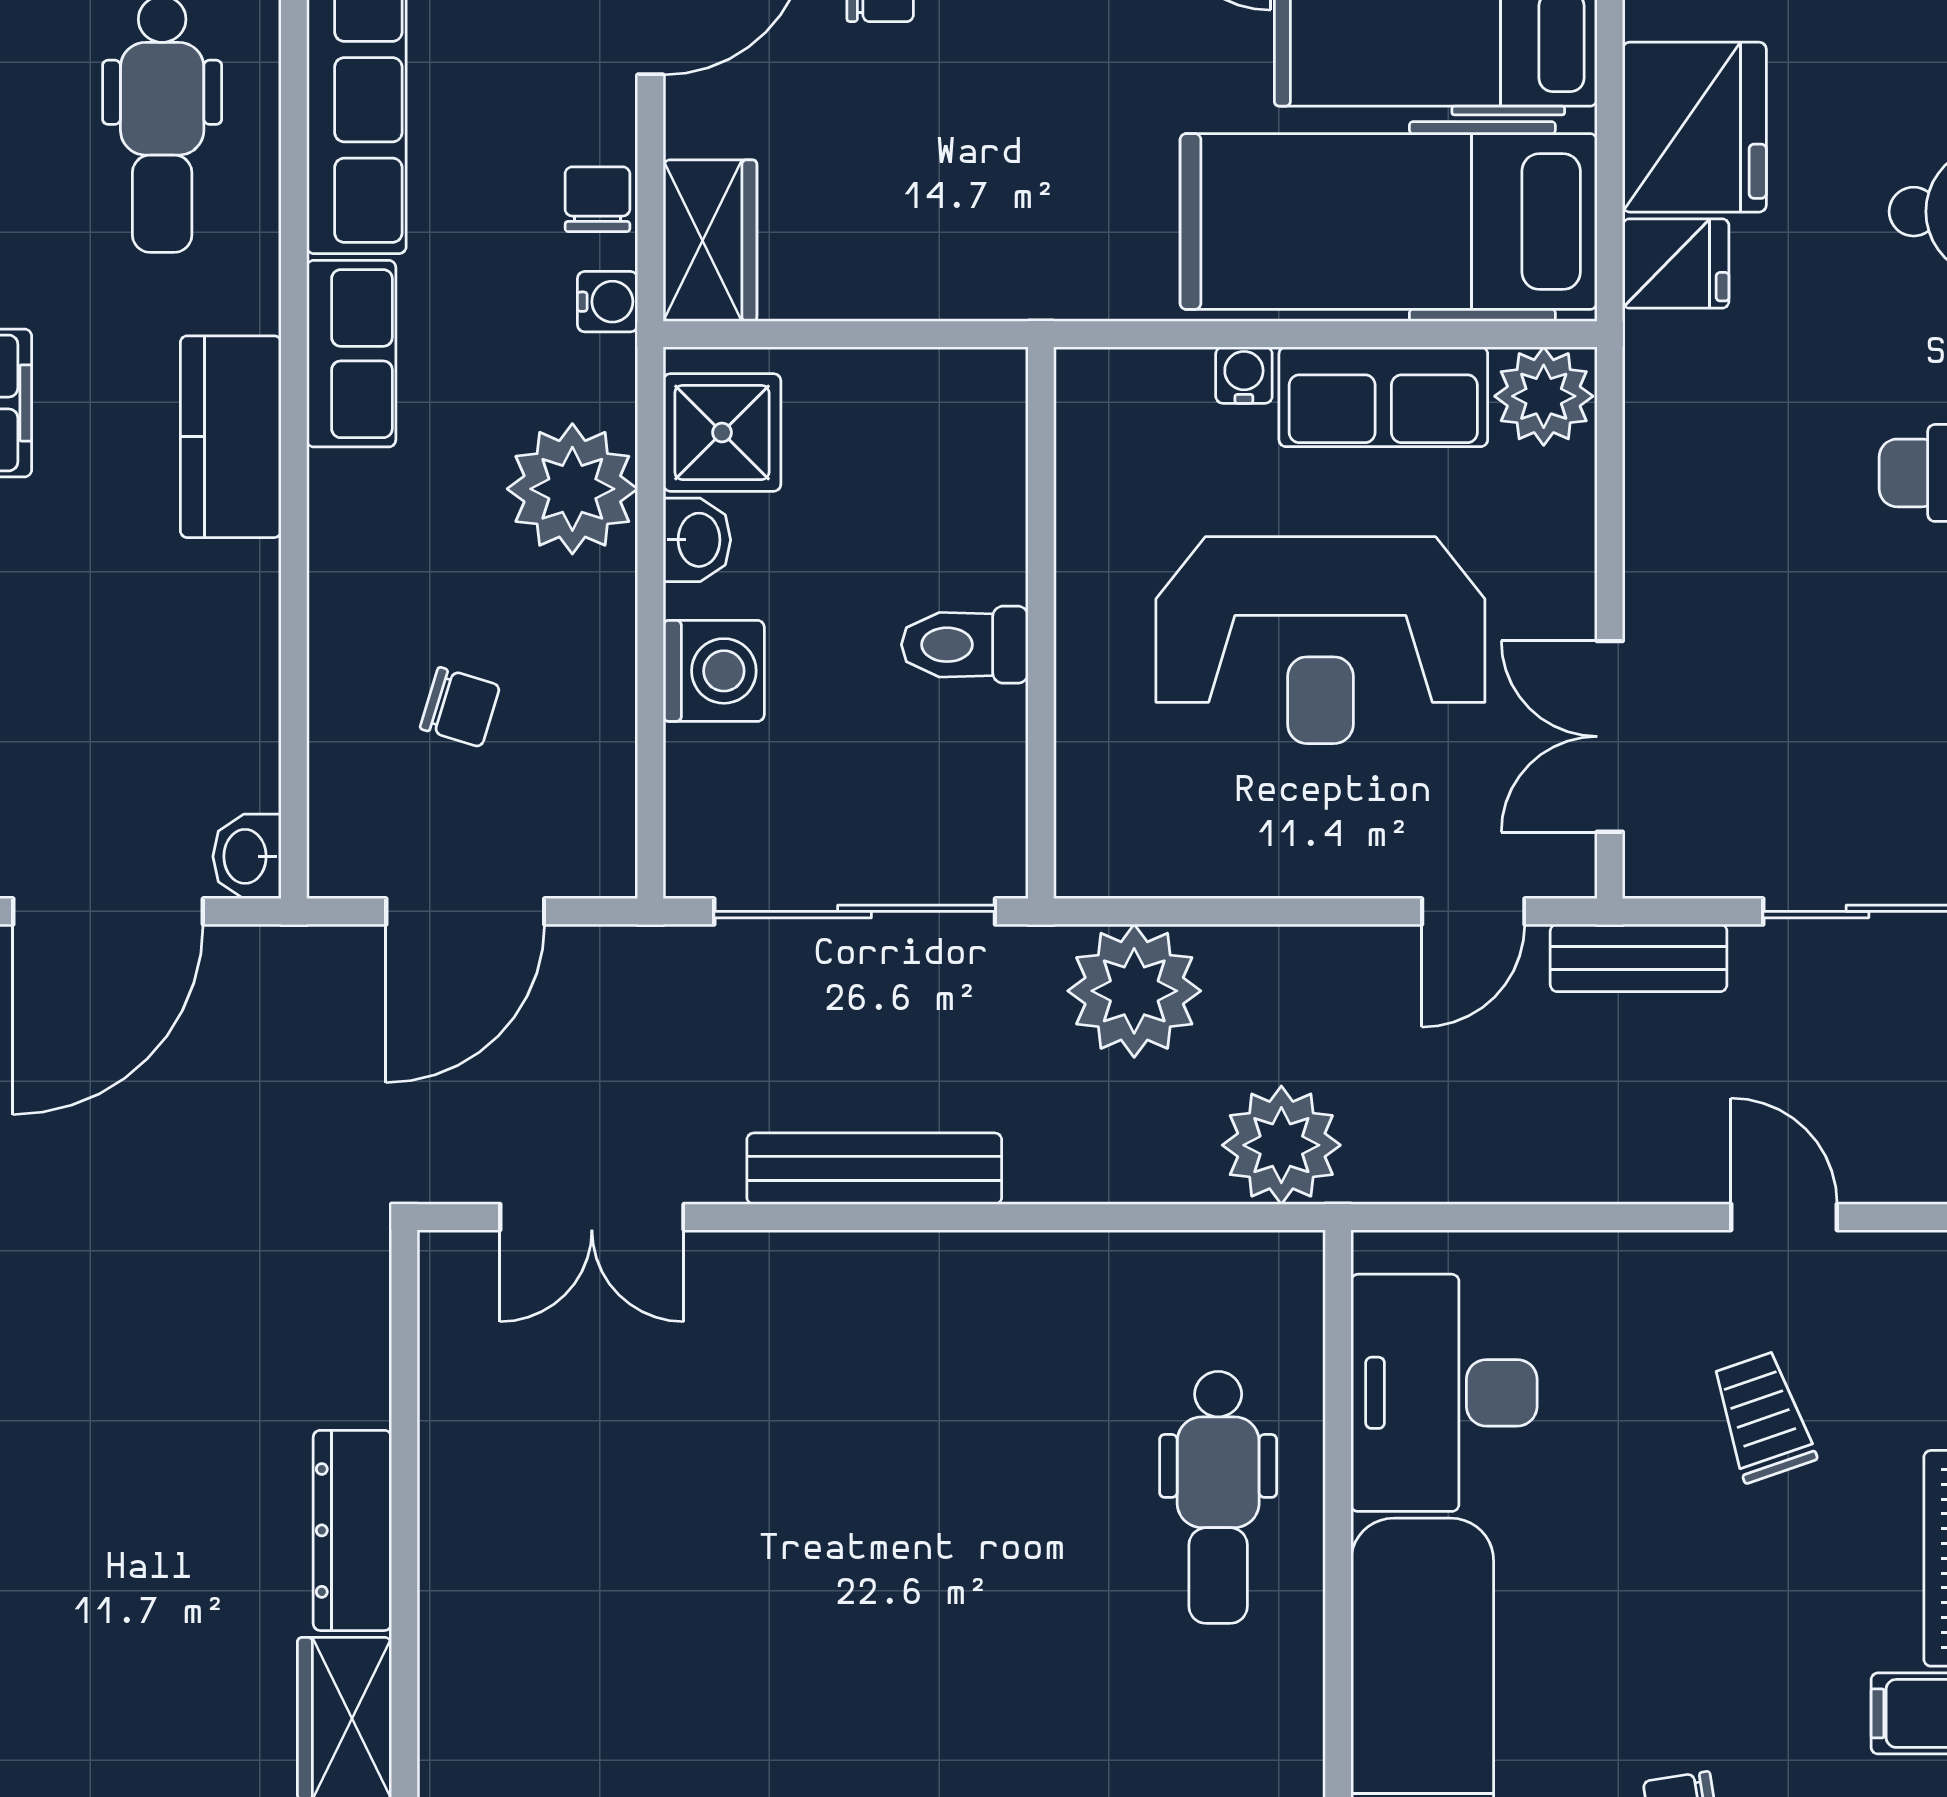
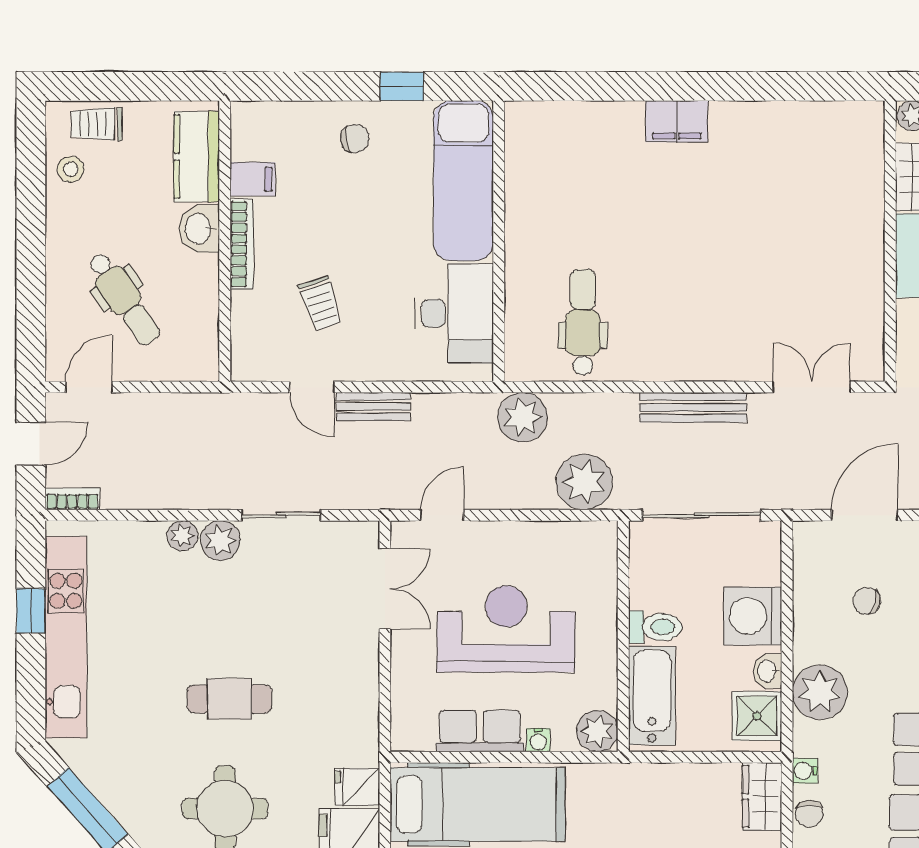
plant: (1544, 396) -> (597, 731), moved
bathtub: (973, 481) -> (652, 695), added
washing machine: (714, 671) -> (753, 616), width x1.37, depth x1.37
bench: (1639, 958) -> (373, 407), moved
dental chair: (1218, 1497) -> (583, 322), moved

